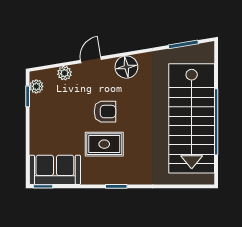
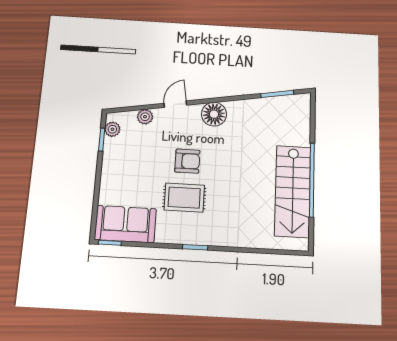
stairs: (192, 118) -> (293, 191), width x0.73, depth x0.66

